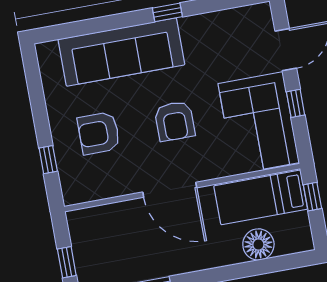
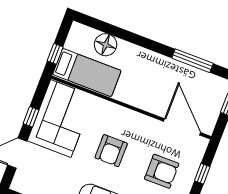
armchair: (175, 121) -> (111, 151), turned 180
door: (170, 190) -> (182, 127), moved

